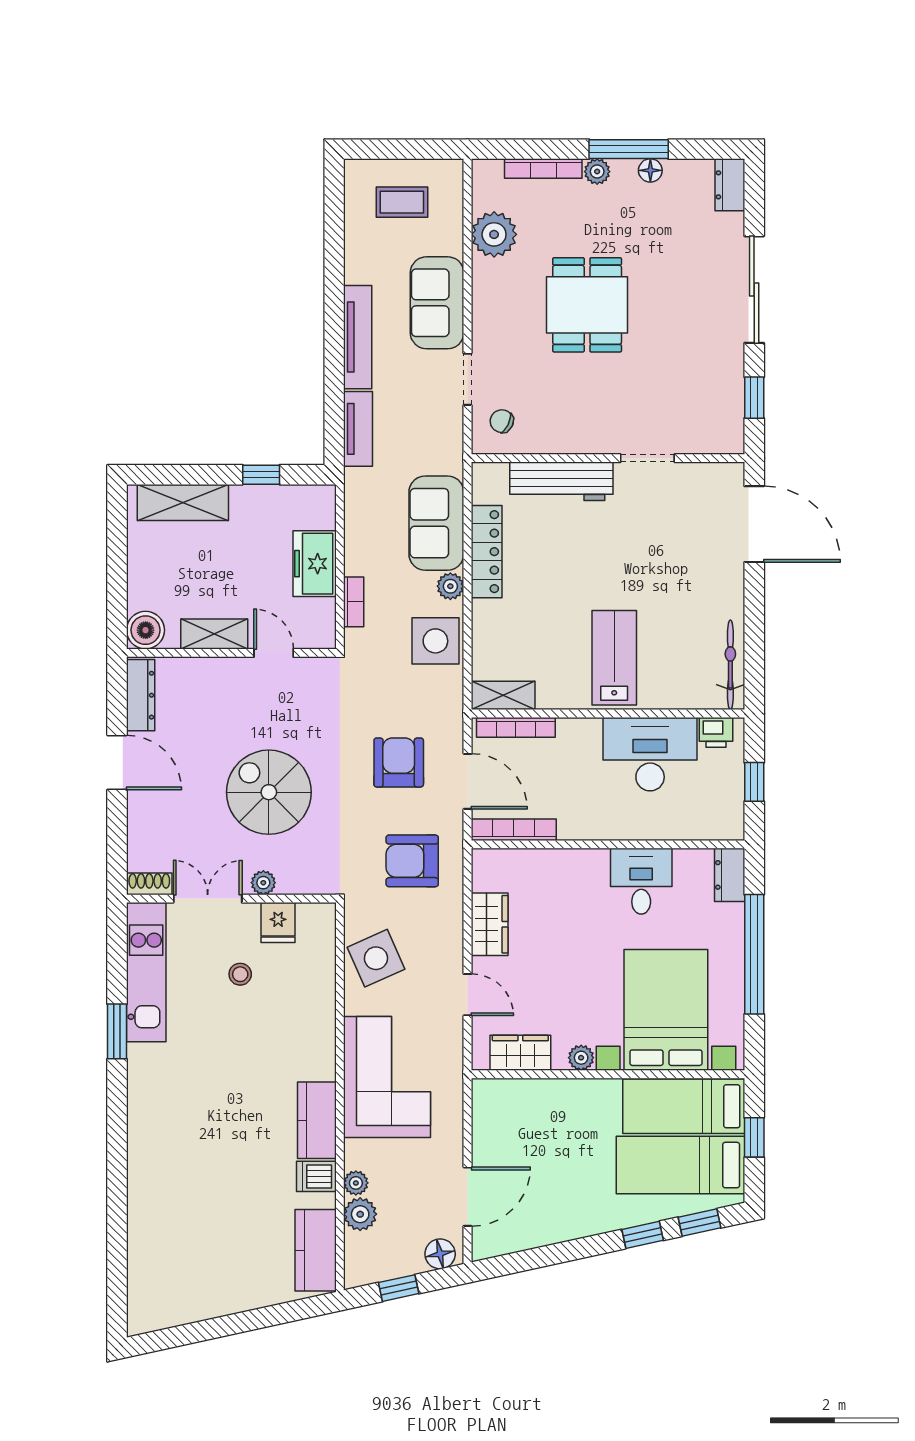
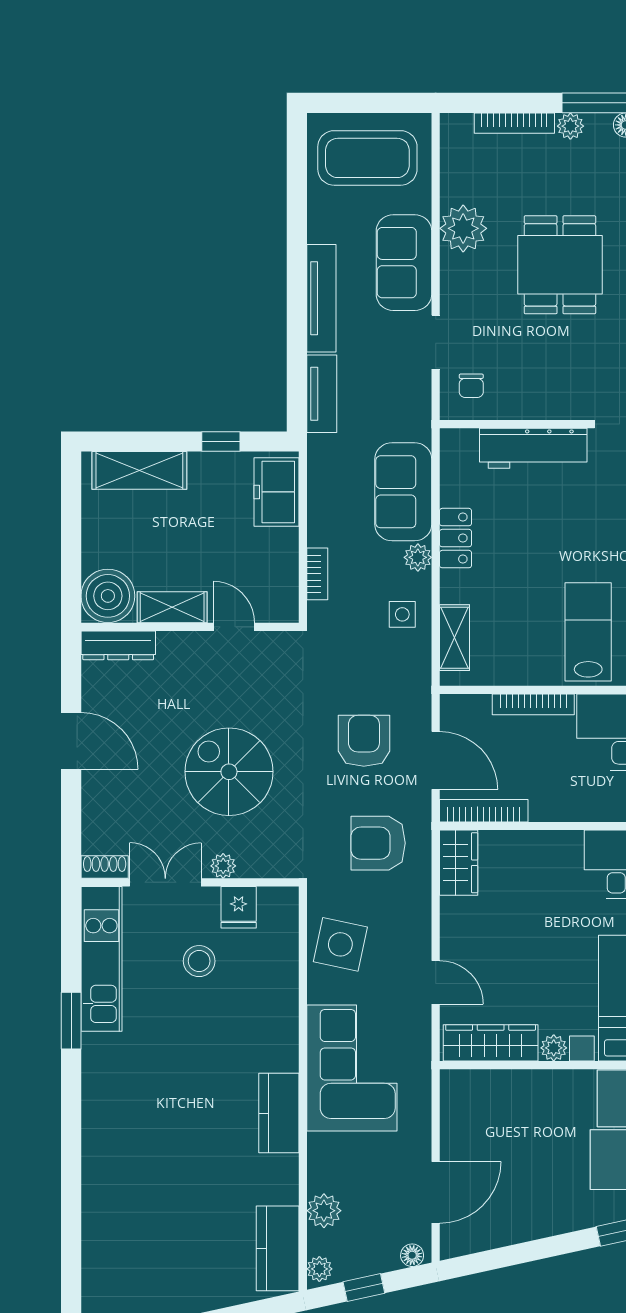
coffee table: (402, 202) -> (367, 158), width x1.86, depth x1.72
plant: (494, 234) -> (463, 228), moved
chair: (502, 421) -> (471, 386), turned -116
locker: (487, 552) -> (456, 538), width x0.66
freezer: (315, 564) -> (276, 492), moved
boiler: (146, 630) -> (108, 596), width x1.37, depth x1.37
side table: (435, 641) -> (402, 614), width x0.54, depth x0.54
dresser: (141, 695) -> (118, 645), moved, turned 90
shelving: (503, 695) -> (454, 638), moved, turned 90
bookcase: (516, 727) -> (533, 704), moved
wardrobe: (490, 924) -> (459, 863), moved
side table: (376, 958) -> (340, 944), turned 36
stool: (240, 974) -> (199, 961), width x1.37, depth x1.37
wardrobe: (520, 1053) -> (491, 1043), width x1.50
dishwasher: (316, 1176) -> (278, 1171), removed
plant: (356, 1183) -> (319, 1269), moved
floor lamp: (440, 1254) -> (412, 1255), width x0.73, depth x0.73

